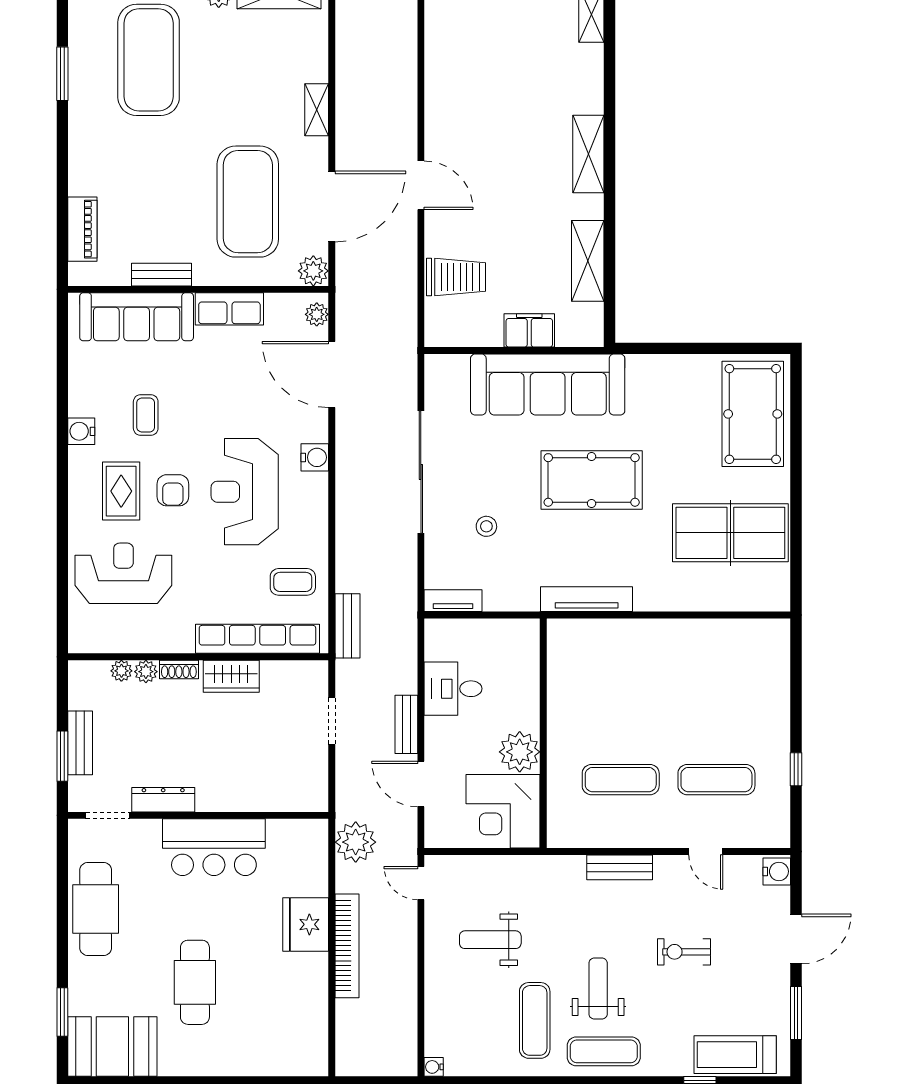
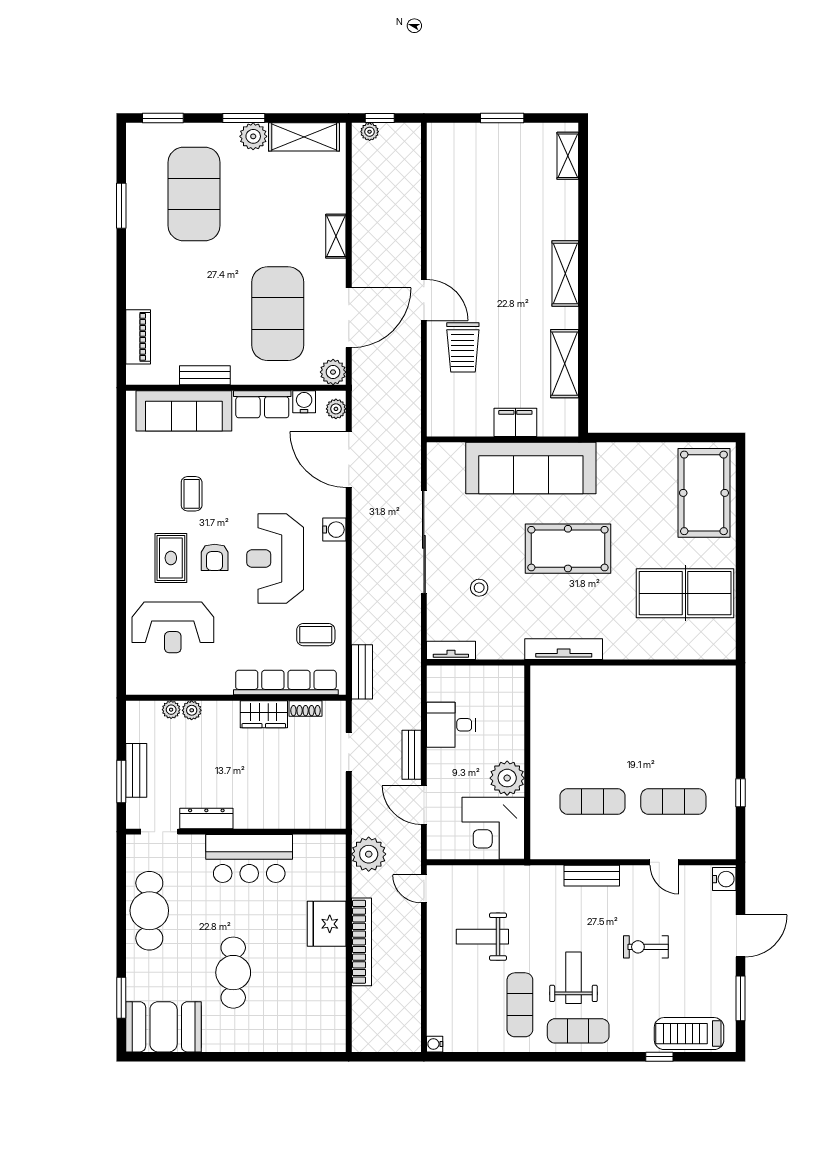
trolley: (456, 277) -> (463, 347), moved, turned 90
water cooler: (81, 431) -> (304, 402), moved, turned 90
reception desk: (123, 573) -> (173, 627), turned 180
shoe rack: (179, 669) -> (306, 709), moved

